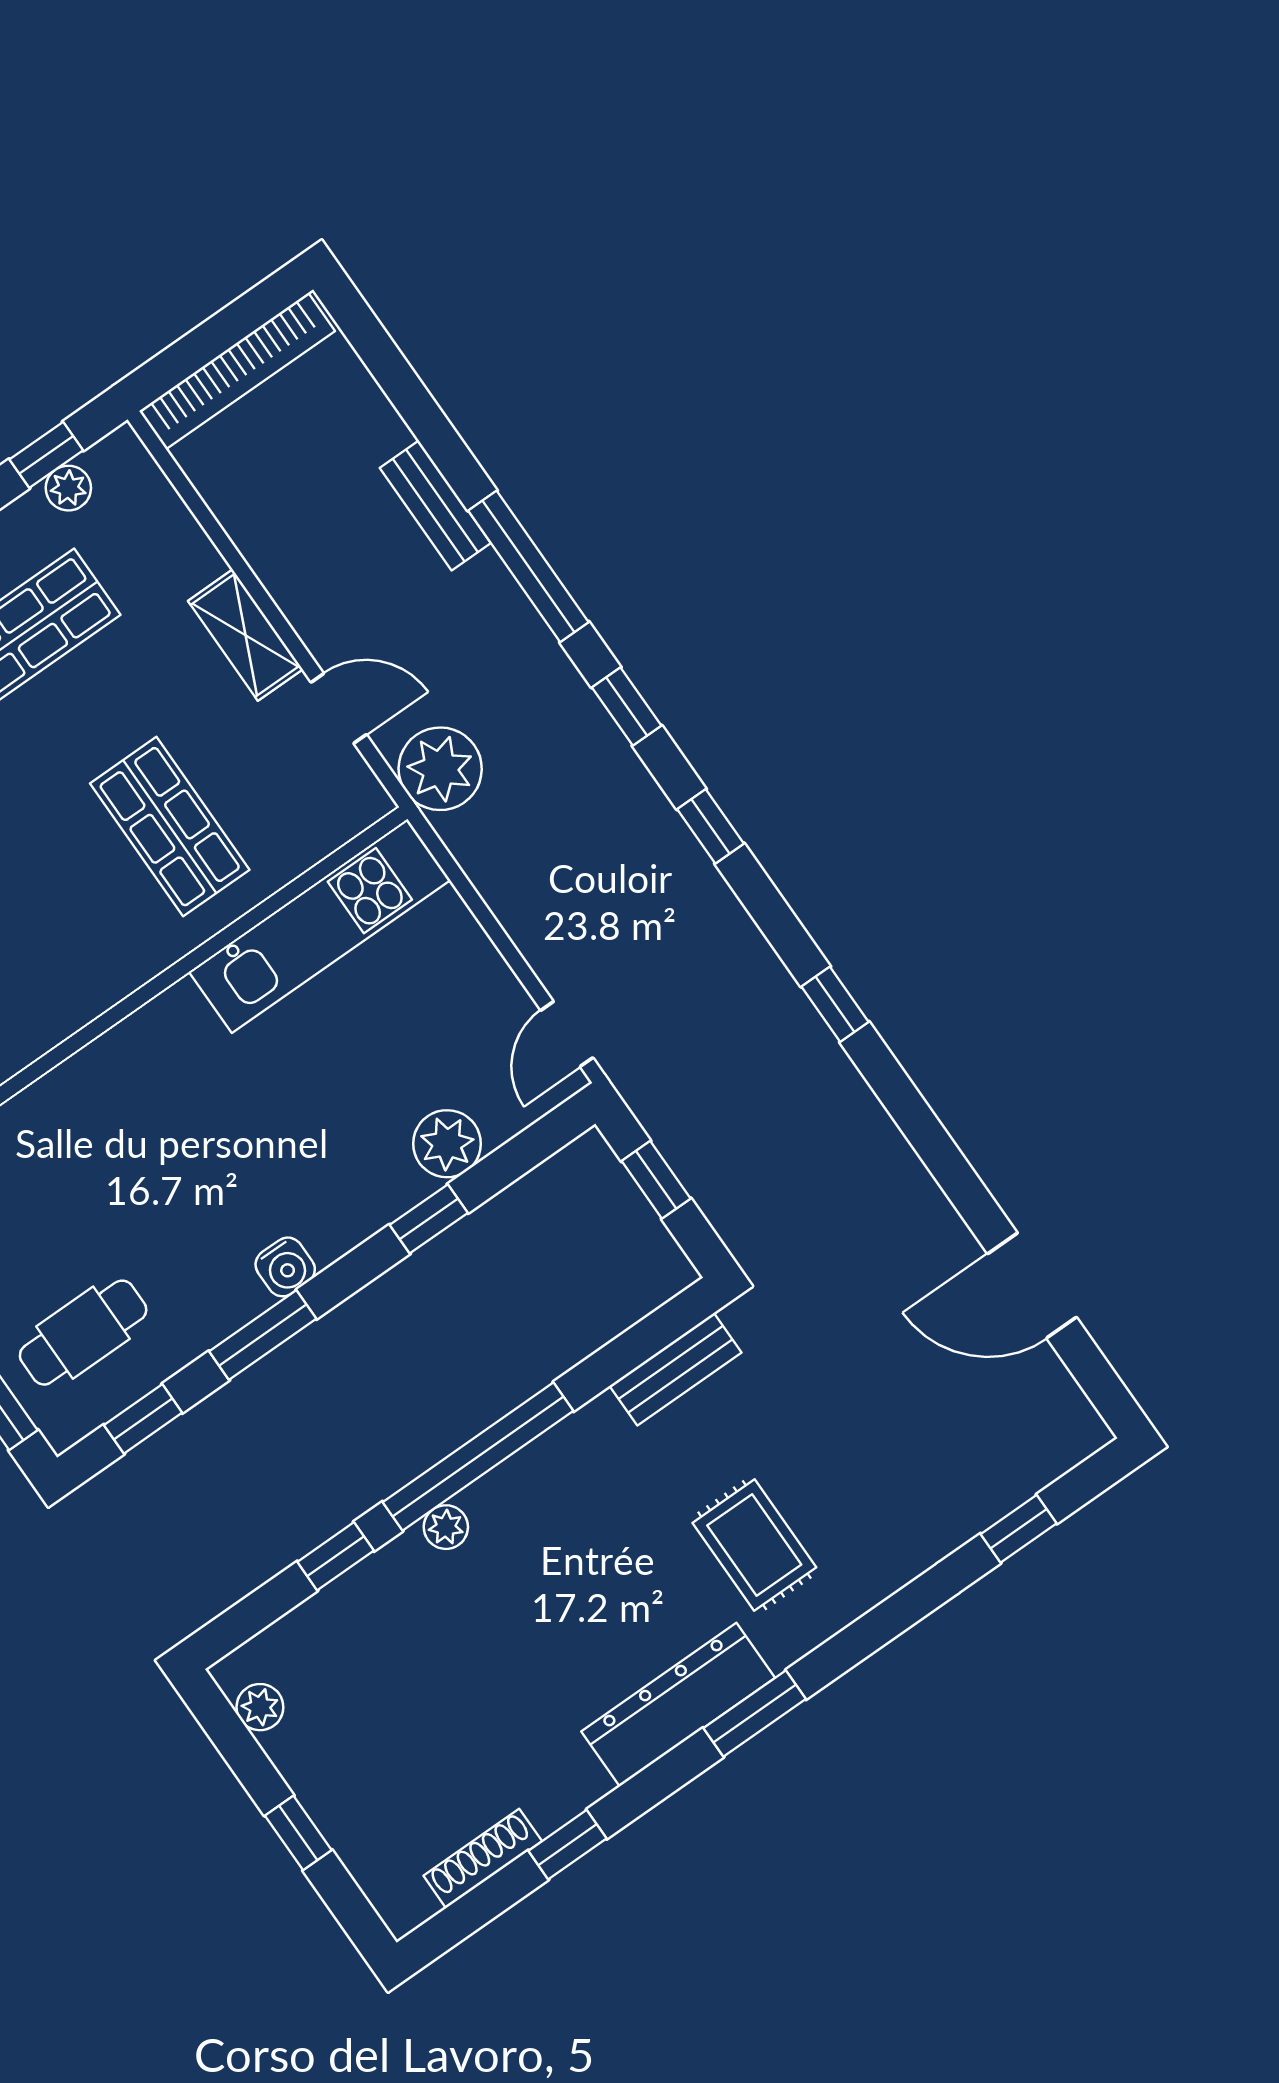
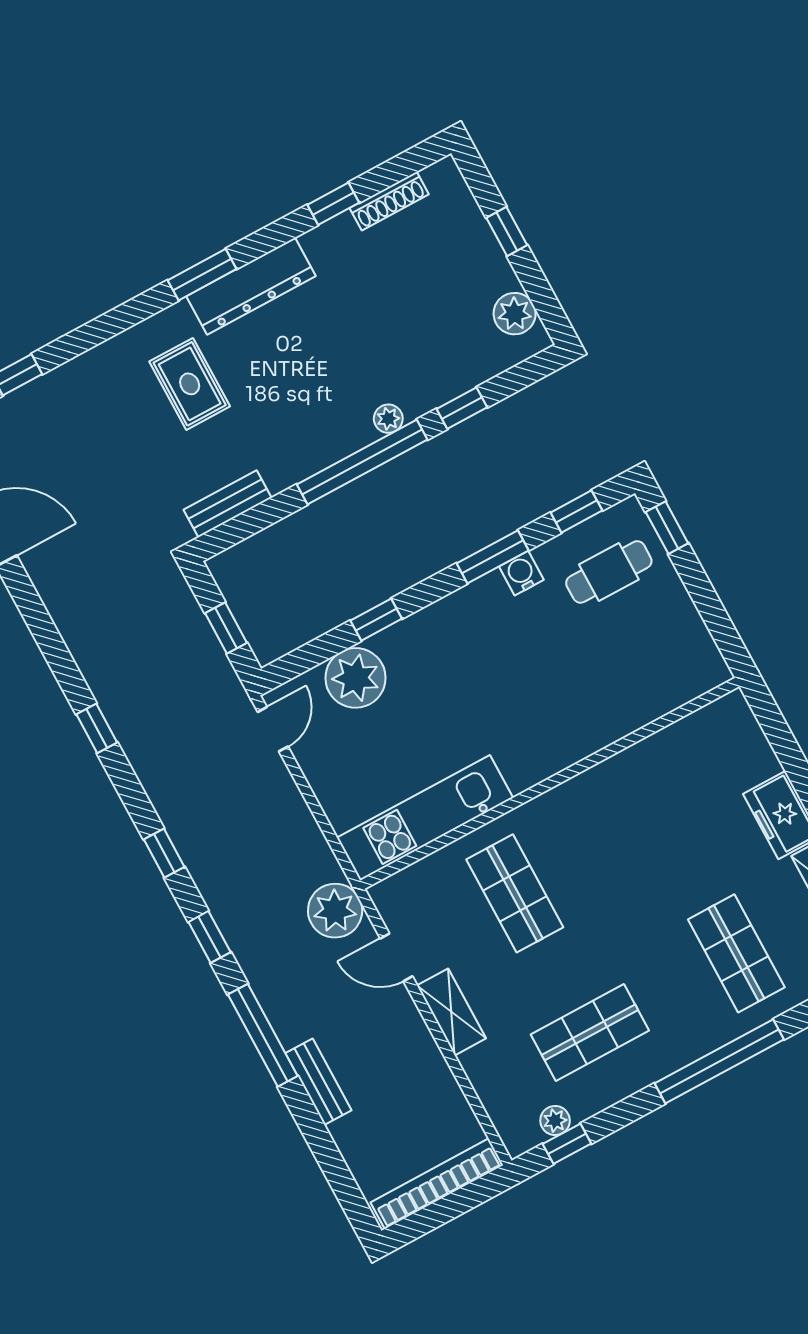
plant: (447, 1144) -> (356, 678), width x1.36, depth x1.36
water cooler: (285, 1267) -> (521, 573), moved
plant: (260, 1707) -> (515, 314), width x1.38, depth x1.38

